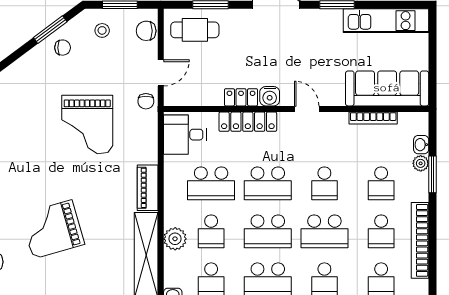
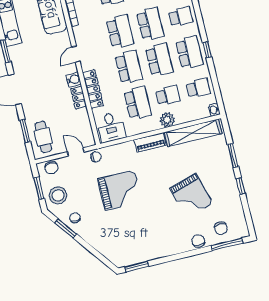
stool: (102, 30) -> (58, 195), width x1.89, depth x1.89
school desk: (324, 183) -> (120, 31), width x1.85
plant: (175, 239) -> (167, 120), moved

